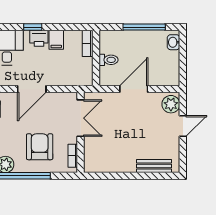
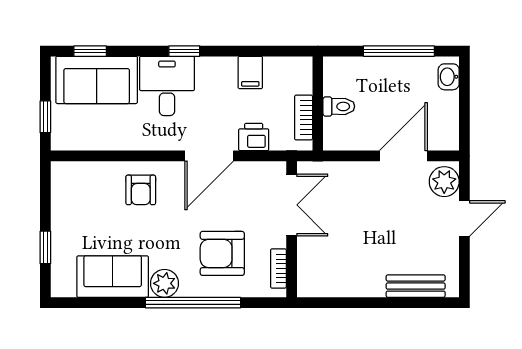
window: (33, 27) -> (184, 51), moved
printer: (39, 38) -> (254, 137), moved, turned 180
bookcase: (88, 43) -> (304, 118), moved
door: (134, 89) -> (403, 156), moved
armchair: (40, 147) -> (222, 253), turned -90

